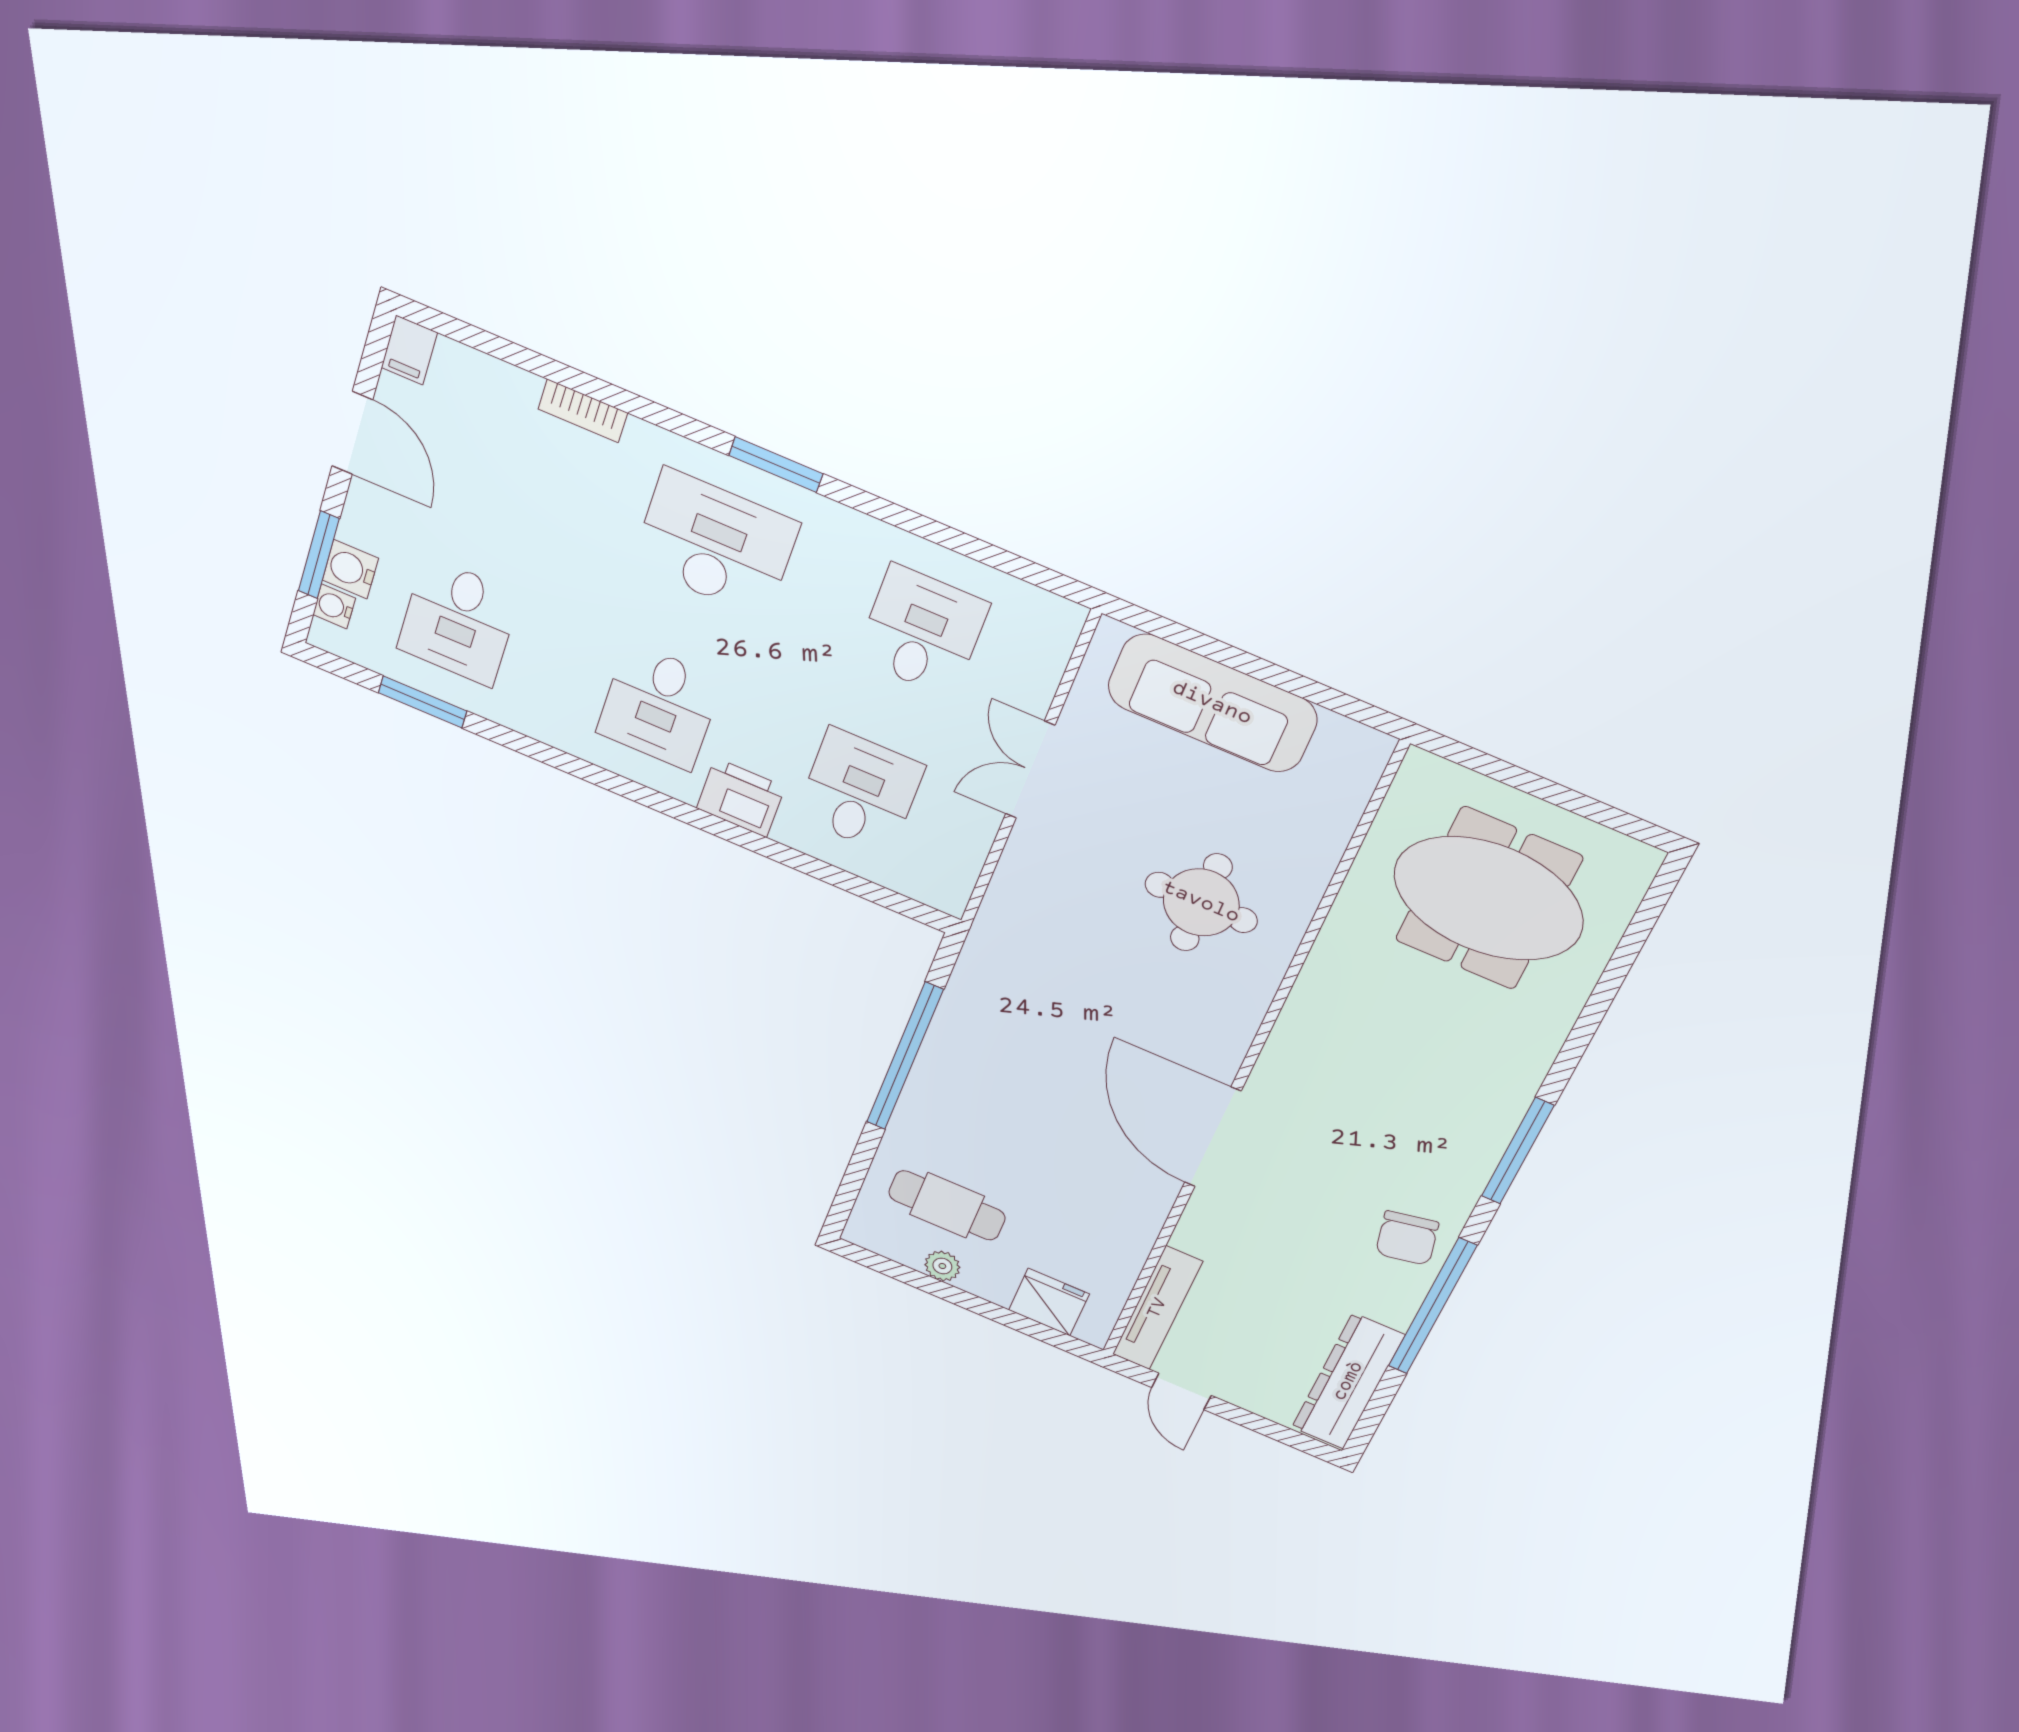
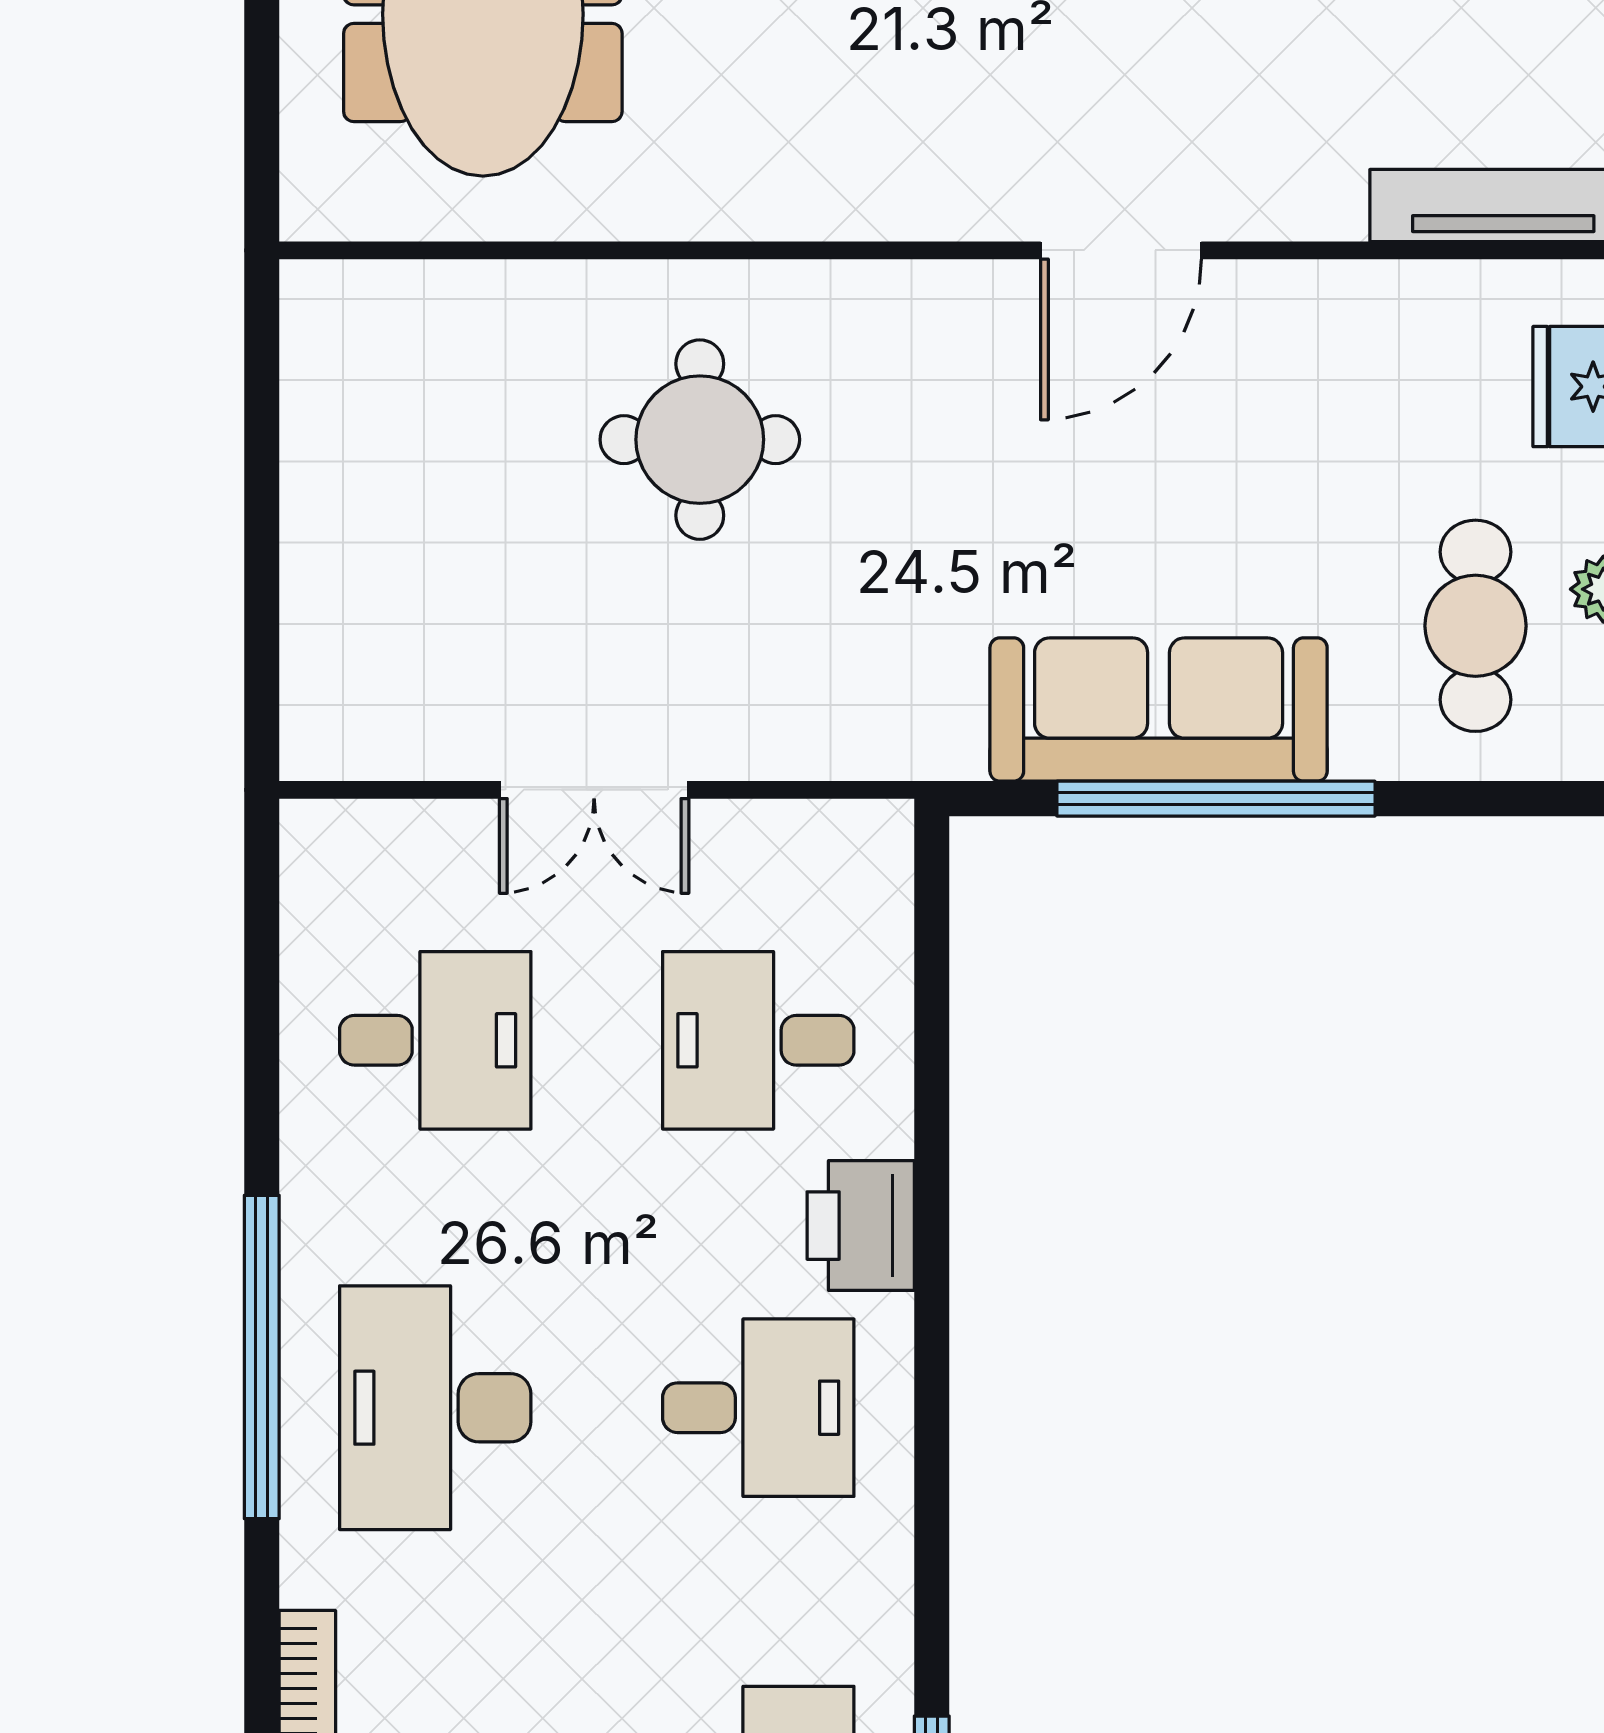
window: (776, 465) -> (262, 1357), width x2.11
desk: (922, 631) -> (435, 1040), turned 180
sofa: (1212, 703) -> (1159, 710), moved, turned -90
door: (1213, 1137) -> (1121, 250), width x0.73

